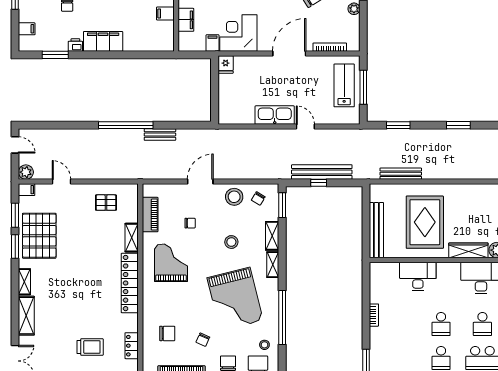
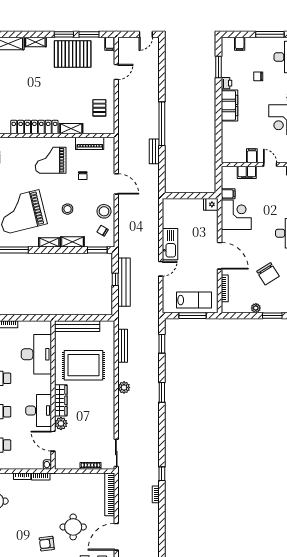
plant: (26, 172) -> (124, 387), moved
grand piano: (171, 263) -> (51, 160), turned 180
desk: (418, 276) -> (36, 354), width x1.36, depth x1.30

